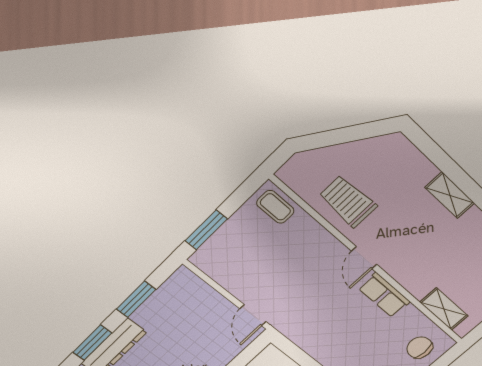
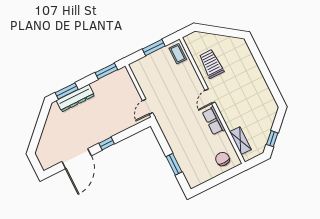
shelving: (450, 195) -> (258, 79), removed
window: (206, 230) -> (154, 47), moved
window: (136, 299) -> (106, 71), moved

